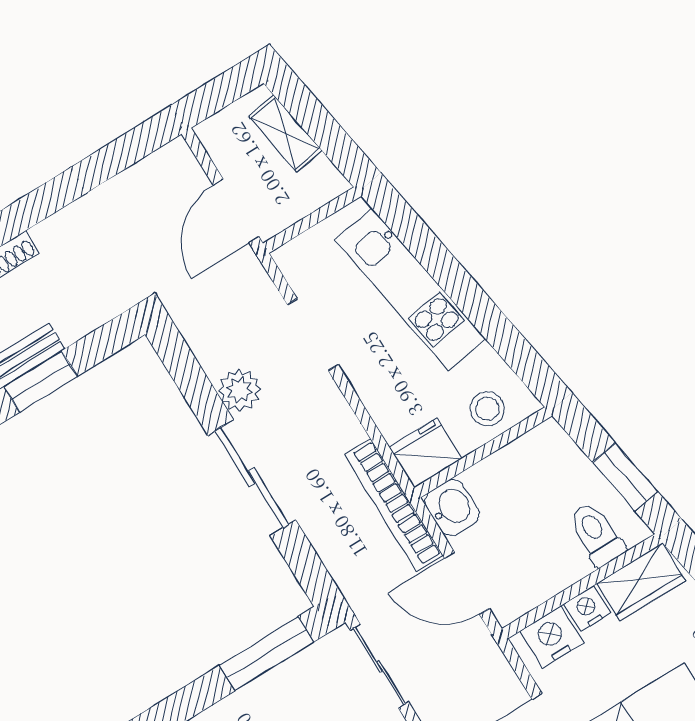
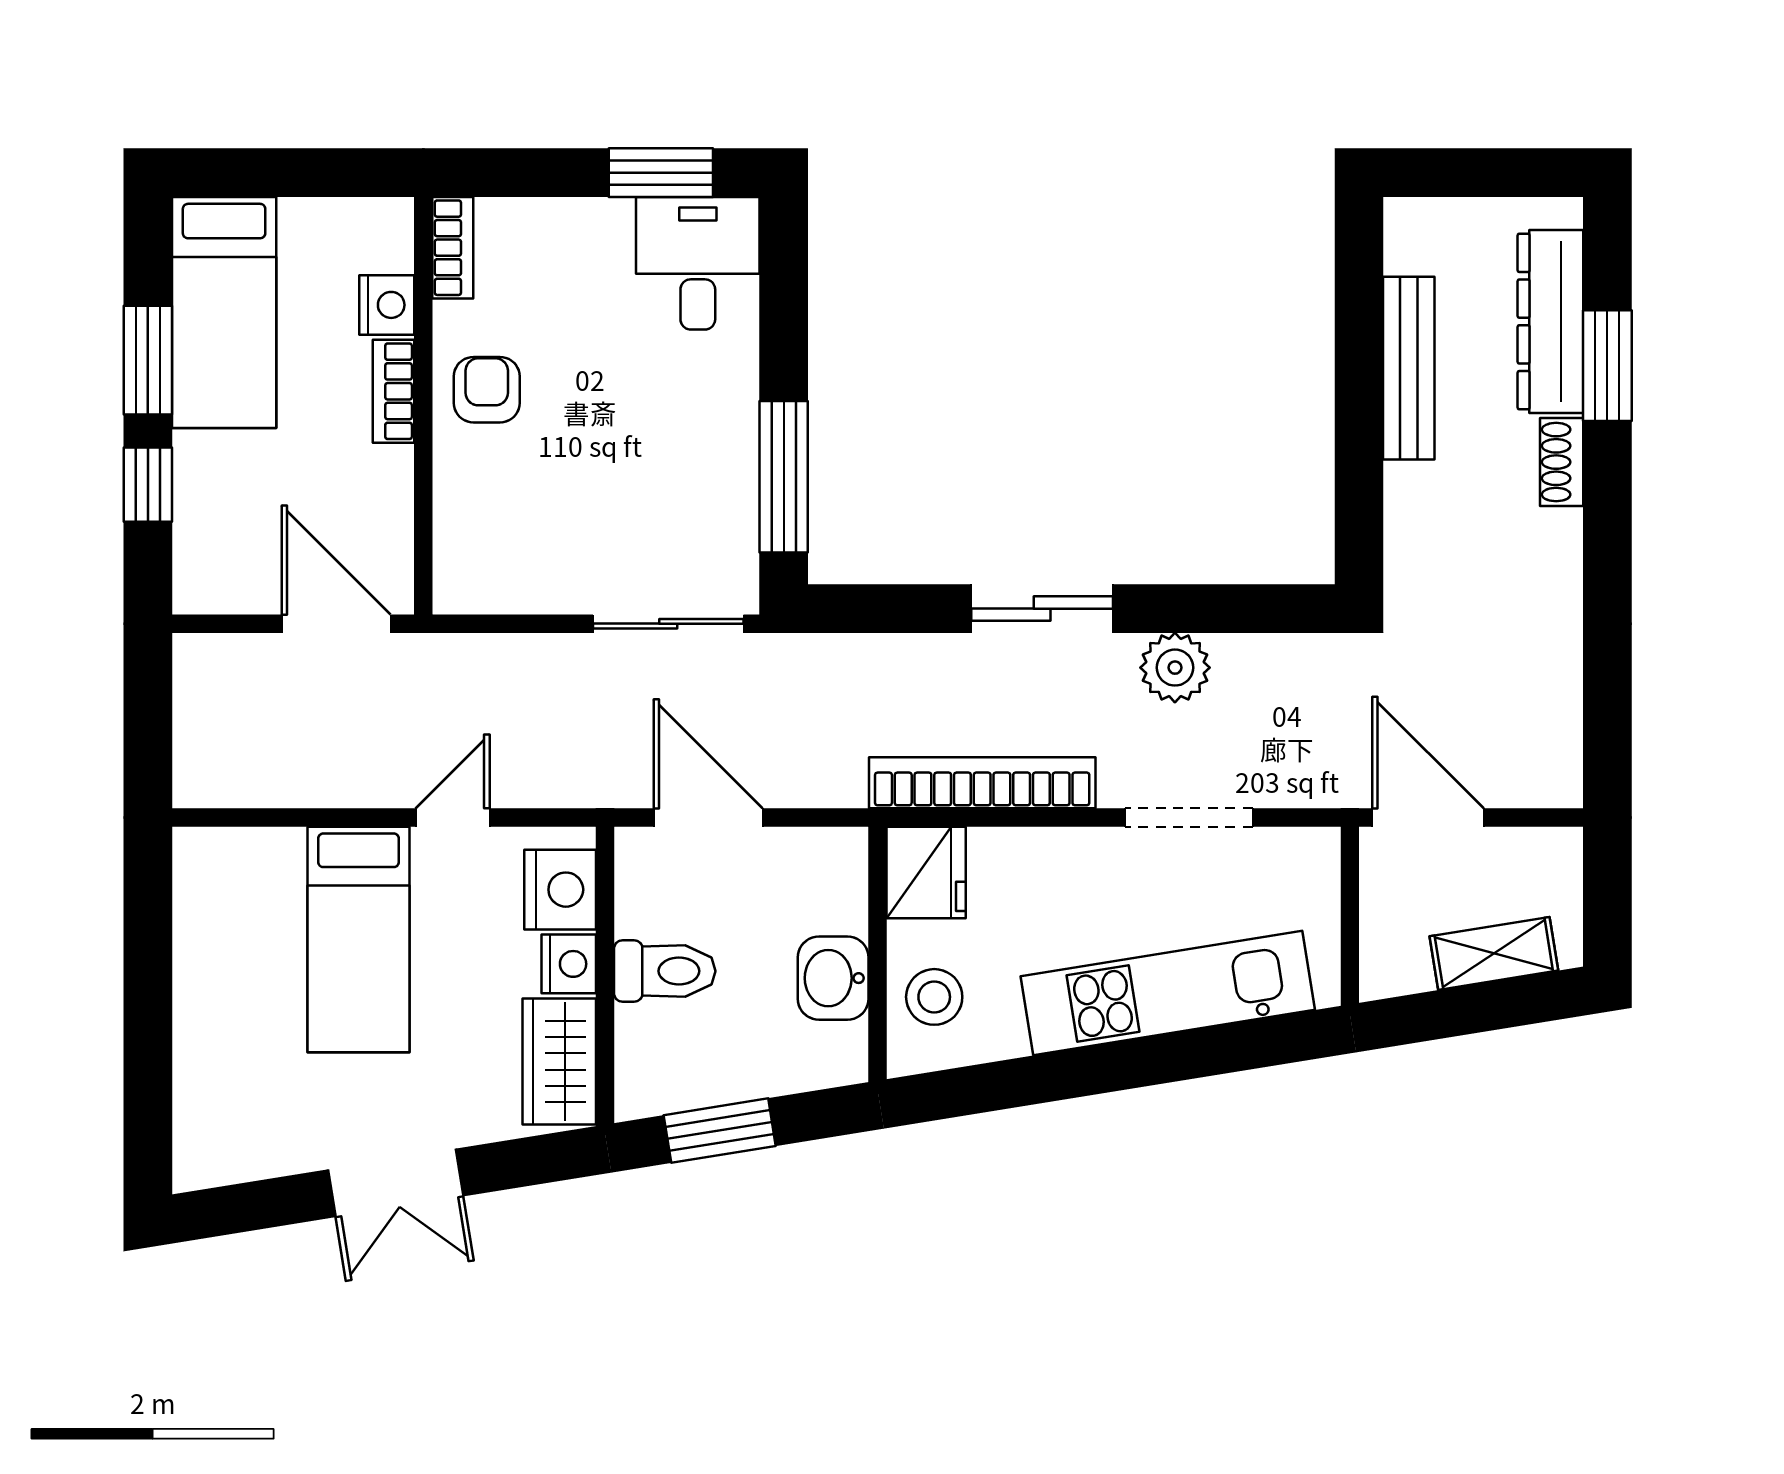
window: (41, 382) -> (1359, 397), removed
sliding door: (252, 478) -> (1042, 609), width x0.73
bookcase: (394, 505) -> (982, 783), moved
washbasin: (452, 508) -> (833, 978), moved, turned 90
toilet: (596, 534) -> (665, 971), moved
door: (467, 583) -> (708, 818), hinge flipped

